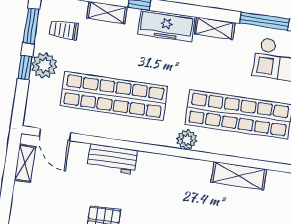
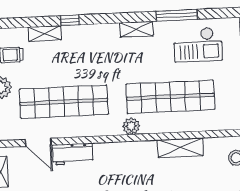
freezer: (166, 25) -> (96, 35), removed
door: (55, 134) -> (38, 142), moved

